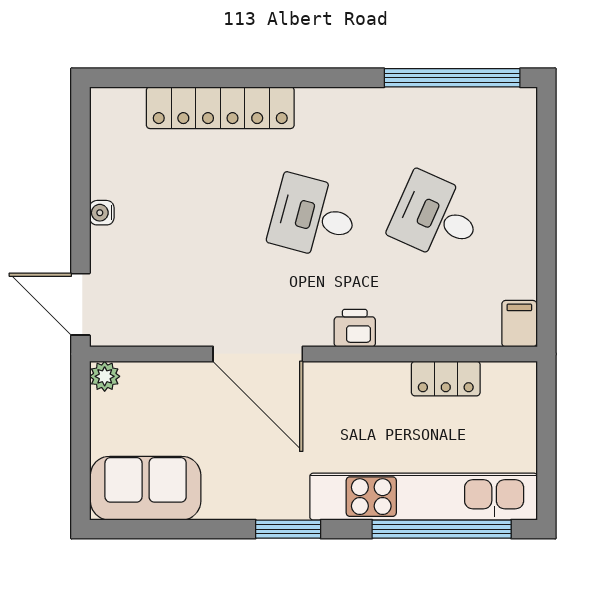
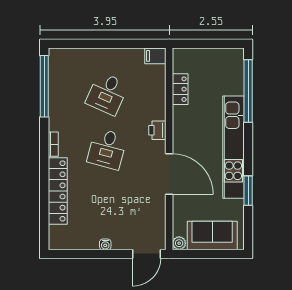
bookcase: (324, 98) -> (53, 144), added
door: (258, 354) -> (169, 174), hinge flipped
sofa: (146, 488) -> (212, 236), moved, turned 90
kitchen unit: (424, 497) -> (233, 147), moved
window: (288, 529) -> (248, 191), moved

